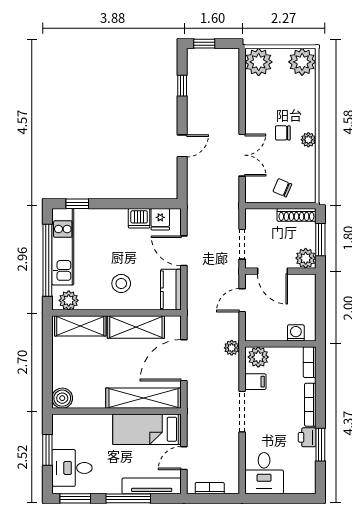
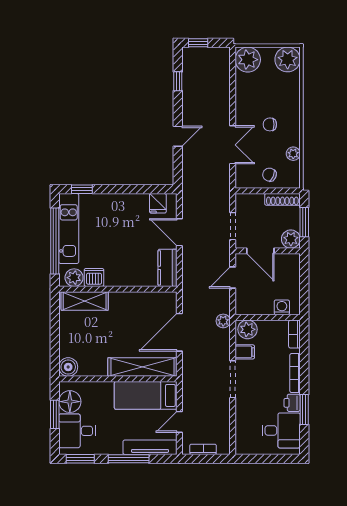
plant: (308, 140) -> (293, 154), moved
dishwasher: (139, 218) -> (94, 277), moved, turned 180
stool: (121, 283) -> (122, 262), removed
shelving: (136, 327) -> (135, 302), removed
floor lamp: (64, 436) -> (70, 402), added
desk: (264, 473) -> (281, 430), moved, turned -90

